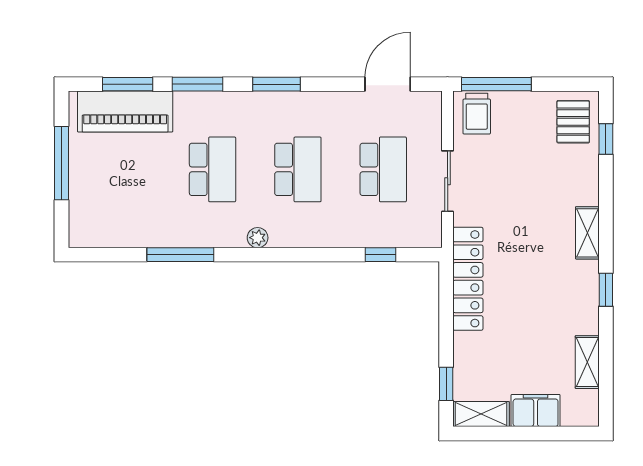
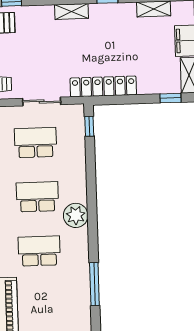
plant: (258, 238) -> (76, 215), width x1.87, depth x1.87
window: (180, 255) -> (94, 284), moved
window: (381, 255) -> (89, 126), moved

